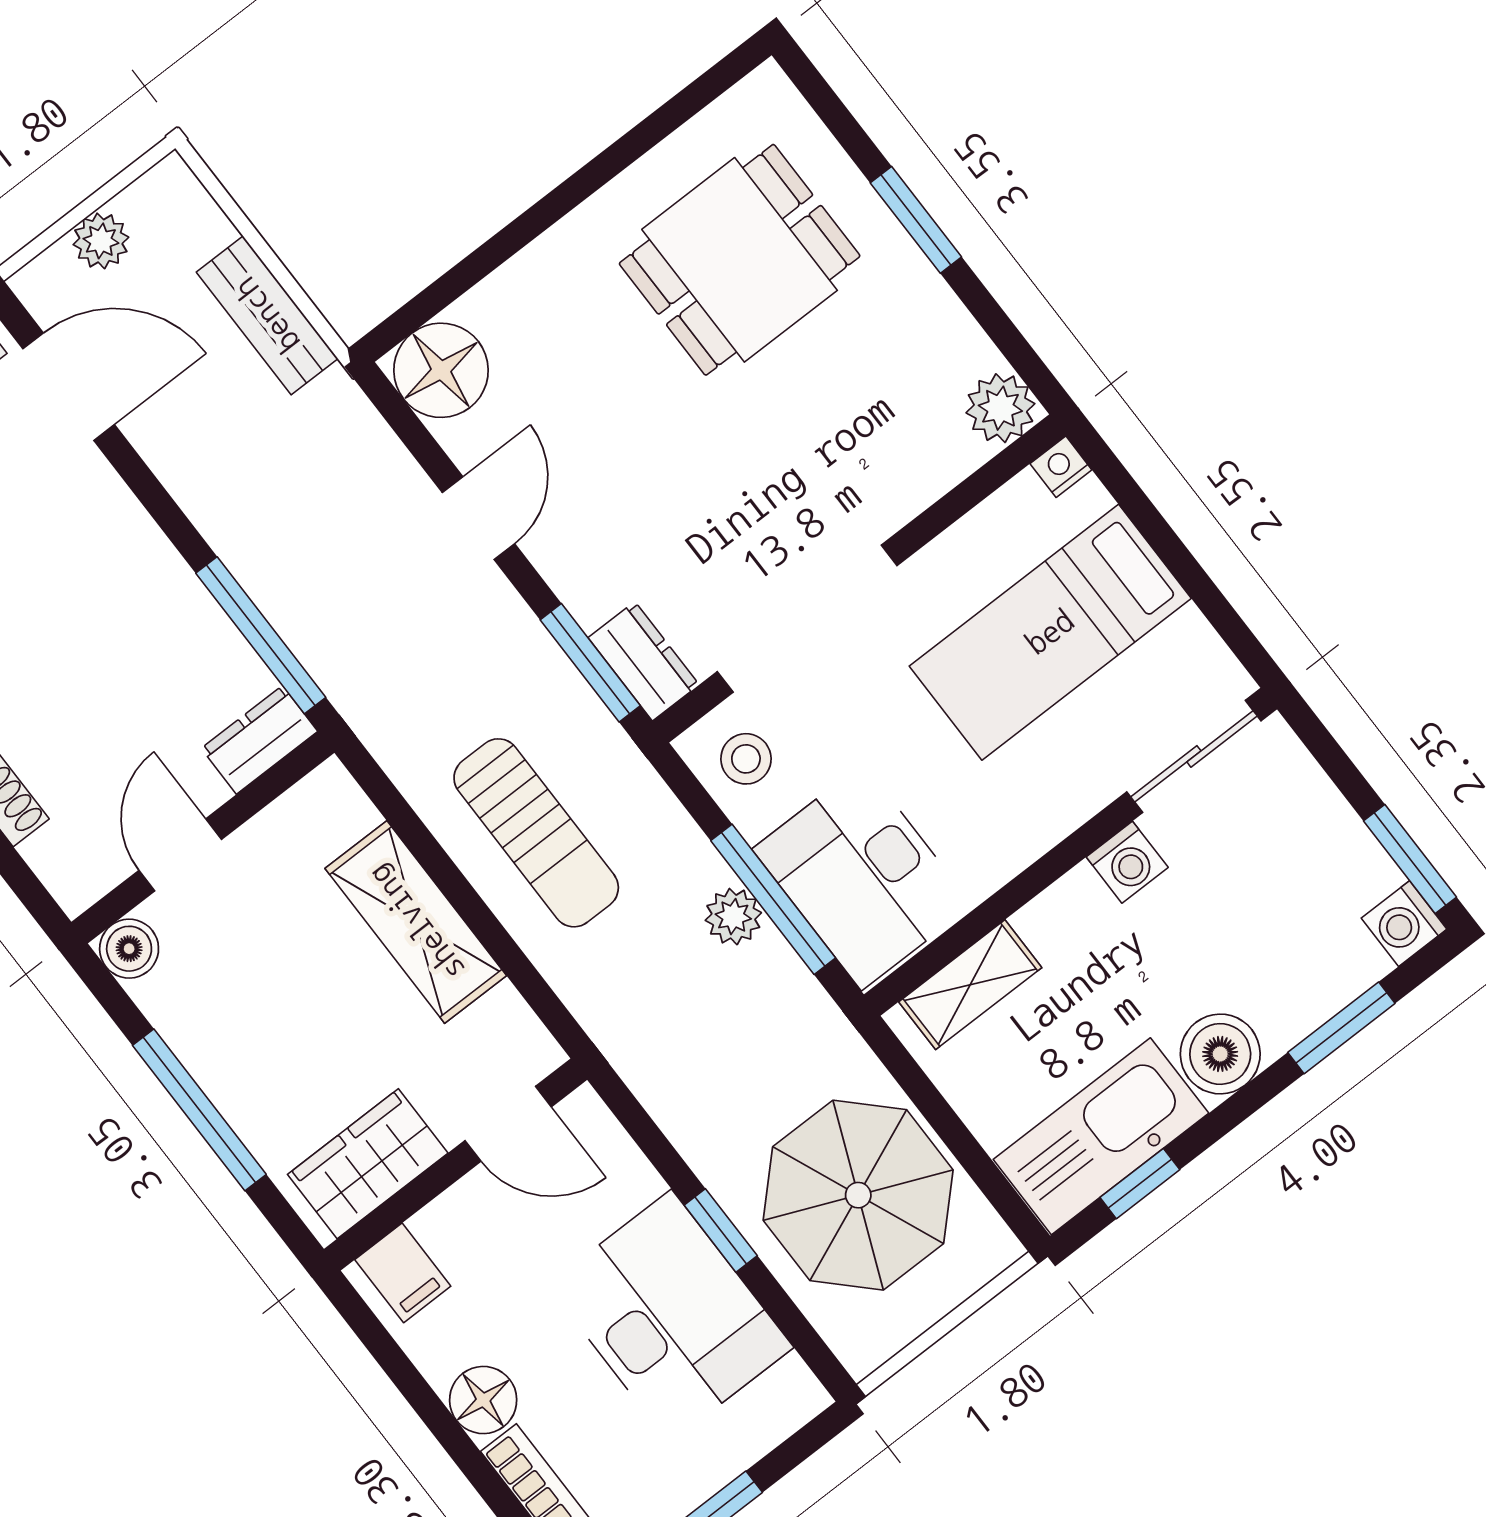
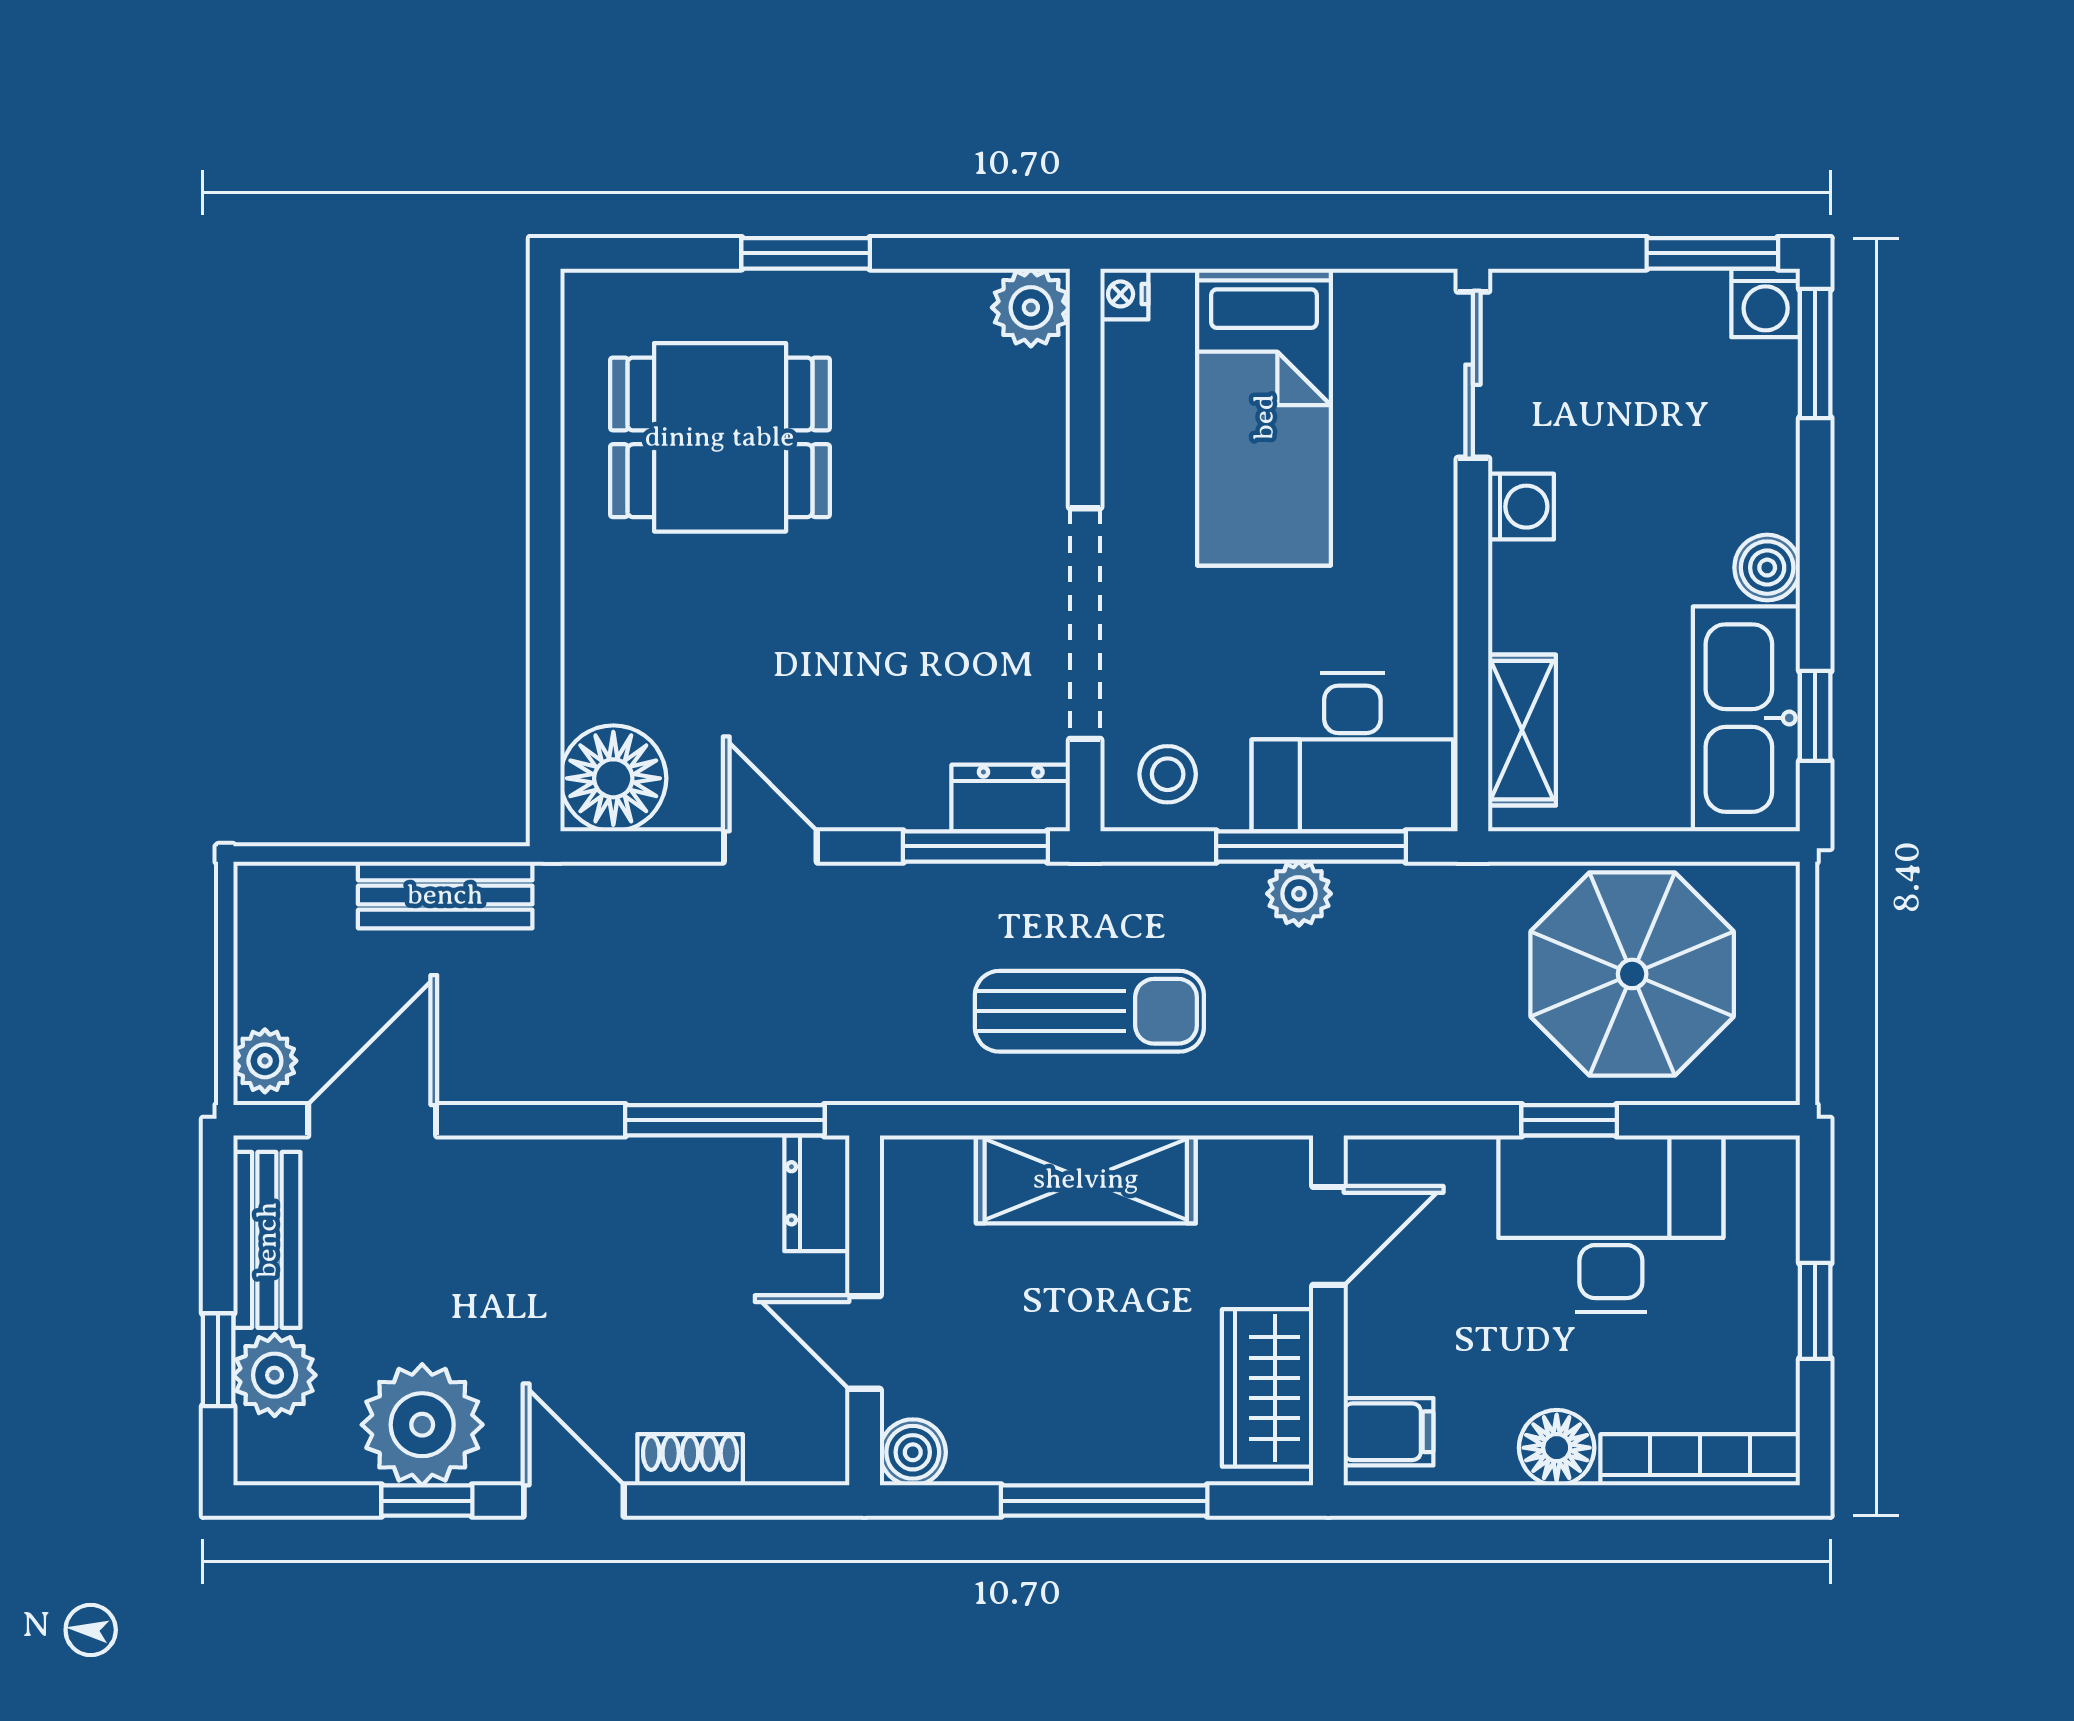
plant: (101, 241) -> (265, 1061), moved
dining table: (740, 260) -> (720, 437), turned 90
window: (1341, 1028) -> (1815, 354), moved
boiler: (1220, 1054) -> (1767, 568), width x0.73, depth x0.73

